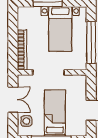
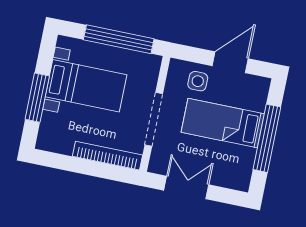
side table: (26, 121) -> (198, 81), moved

